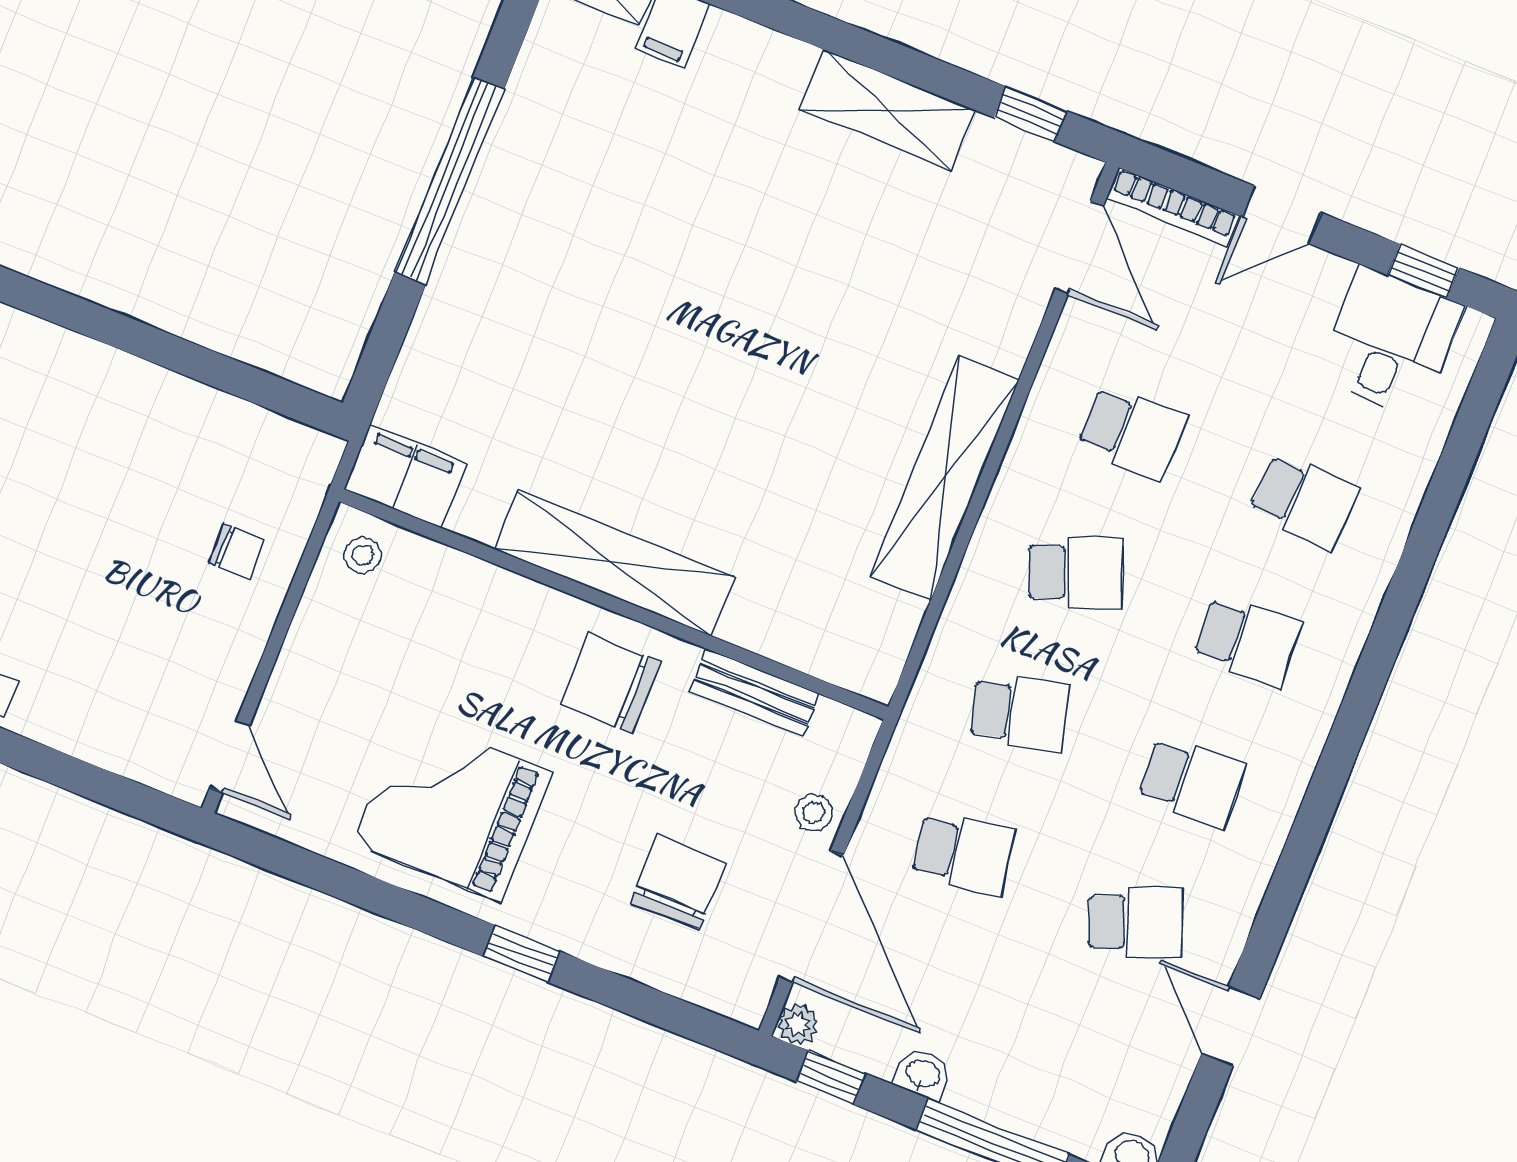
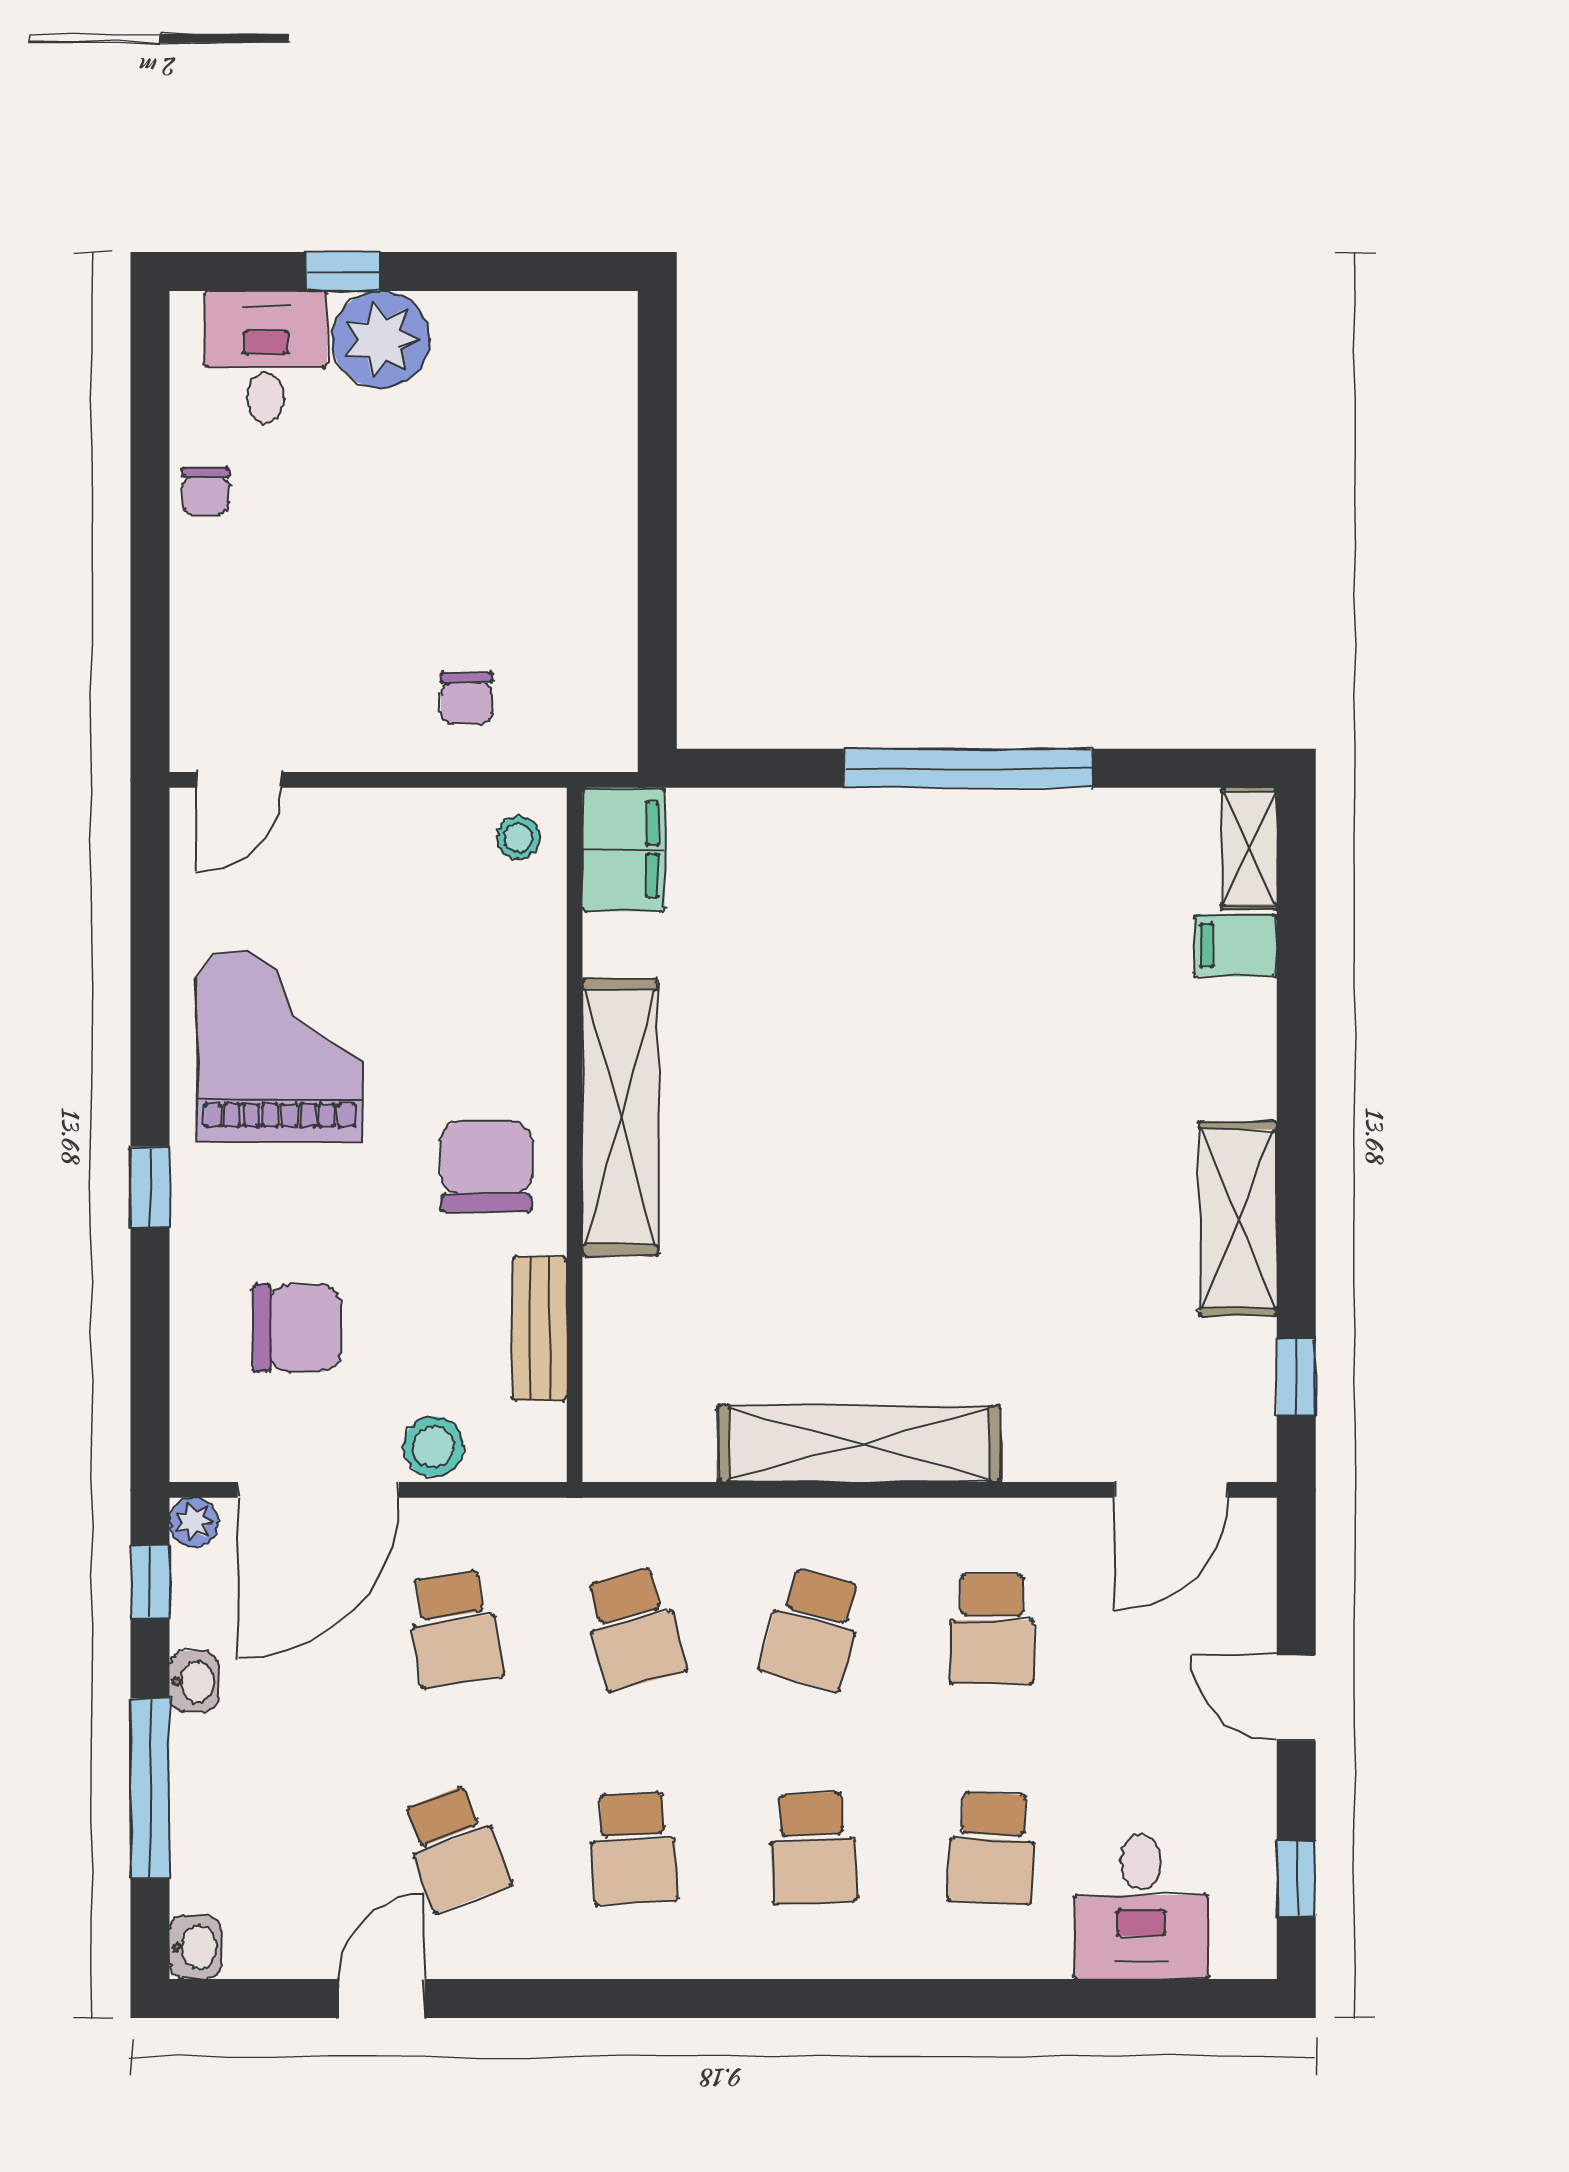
bookcase: (1173, 207) -> (1257, 1575), removed
desk: (1390, 342) -> (1141, 1907), moved, turned 90
school desk: (1076, 572) -> (813, 1629), turned 36
stool: (814, 813) -> (433, 1446), width x1.37, depth x1.37

